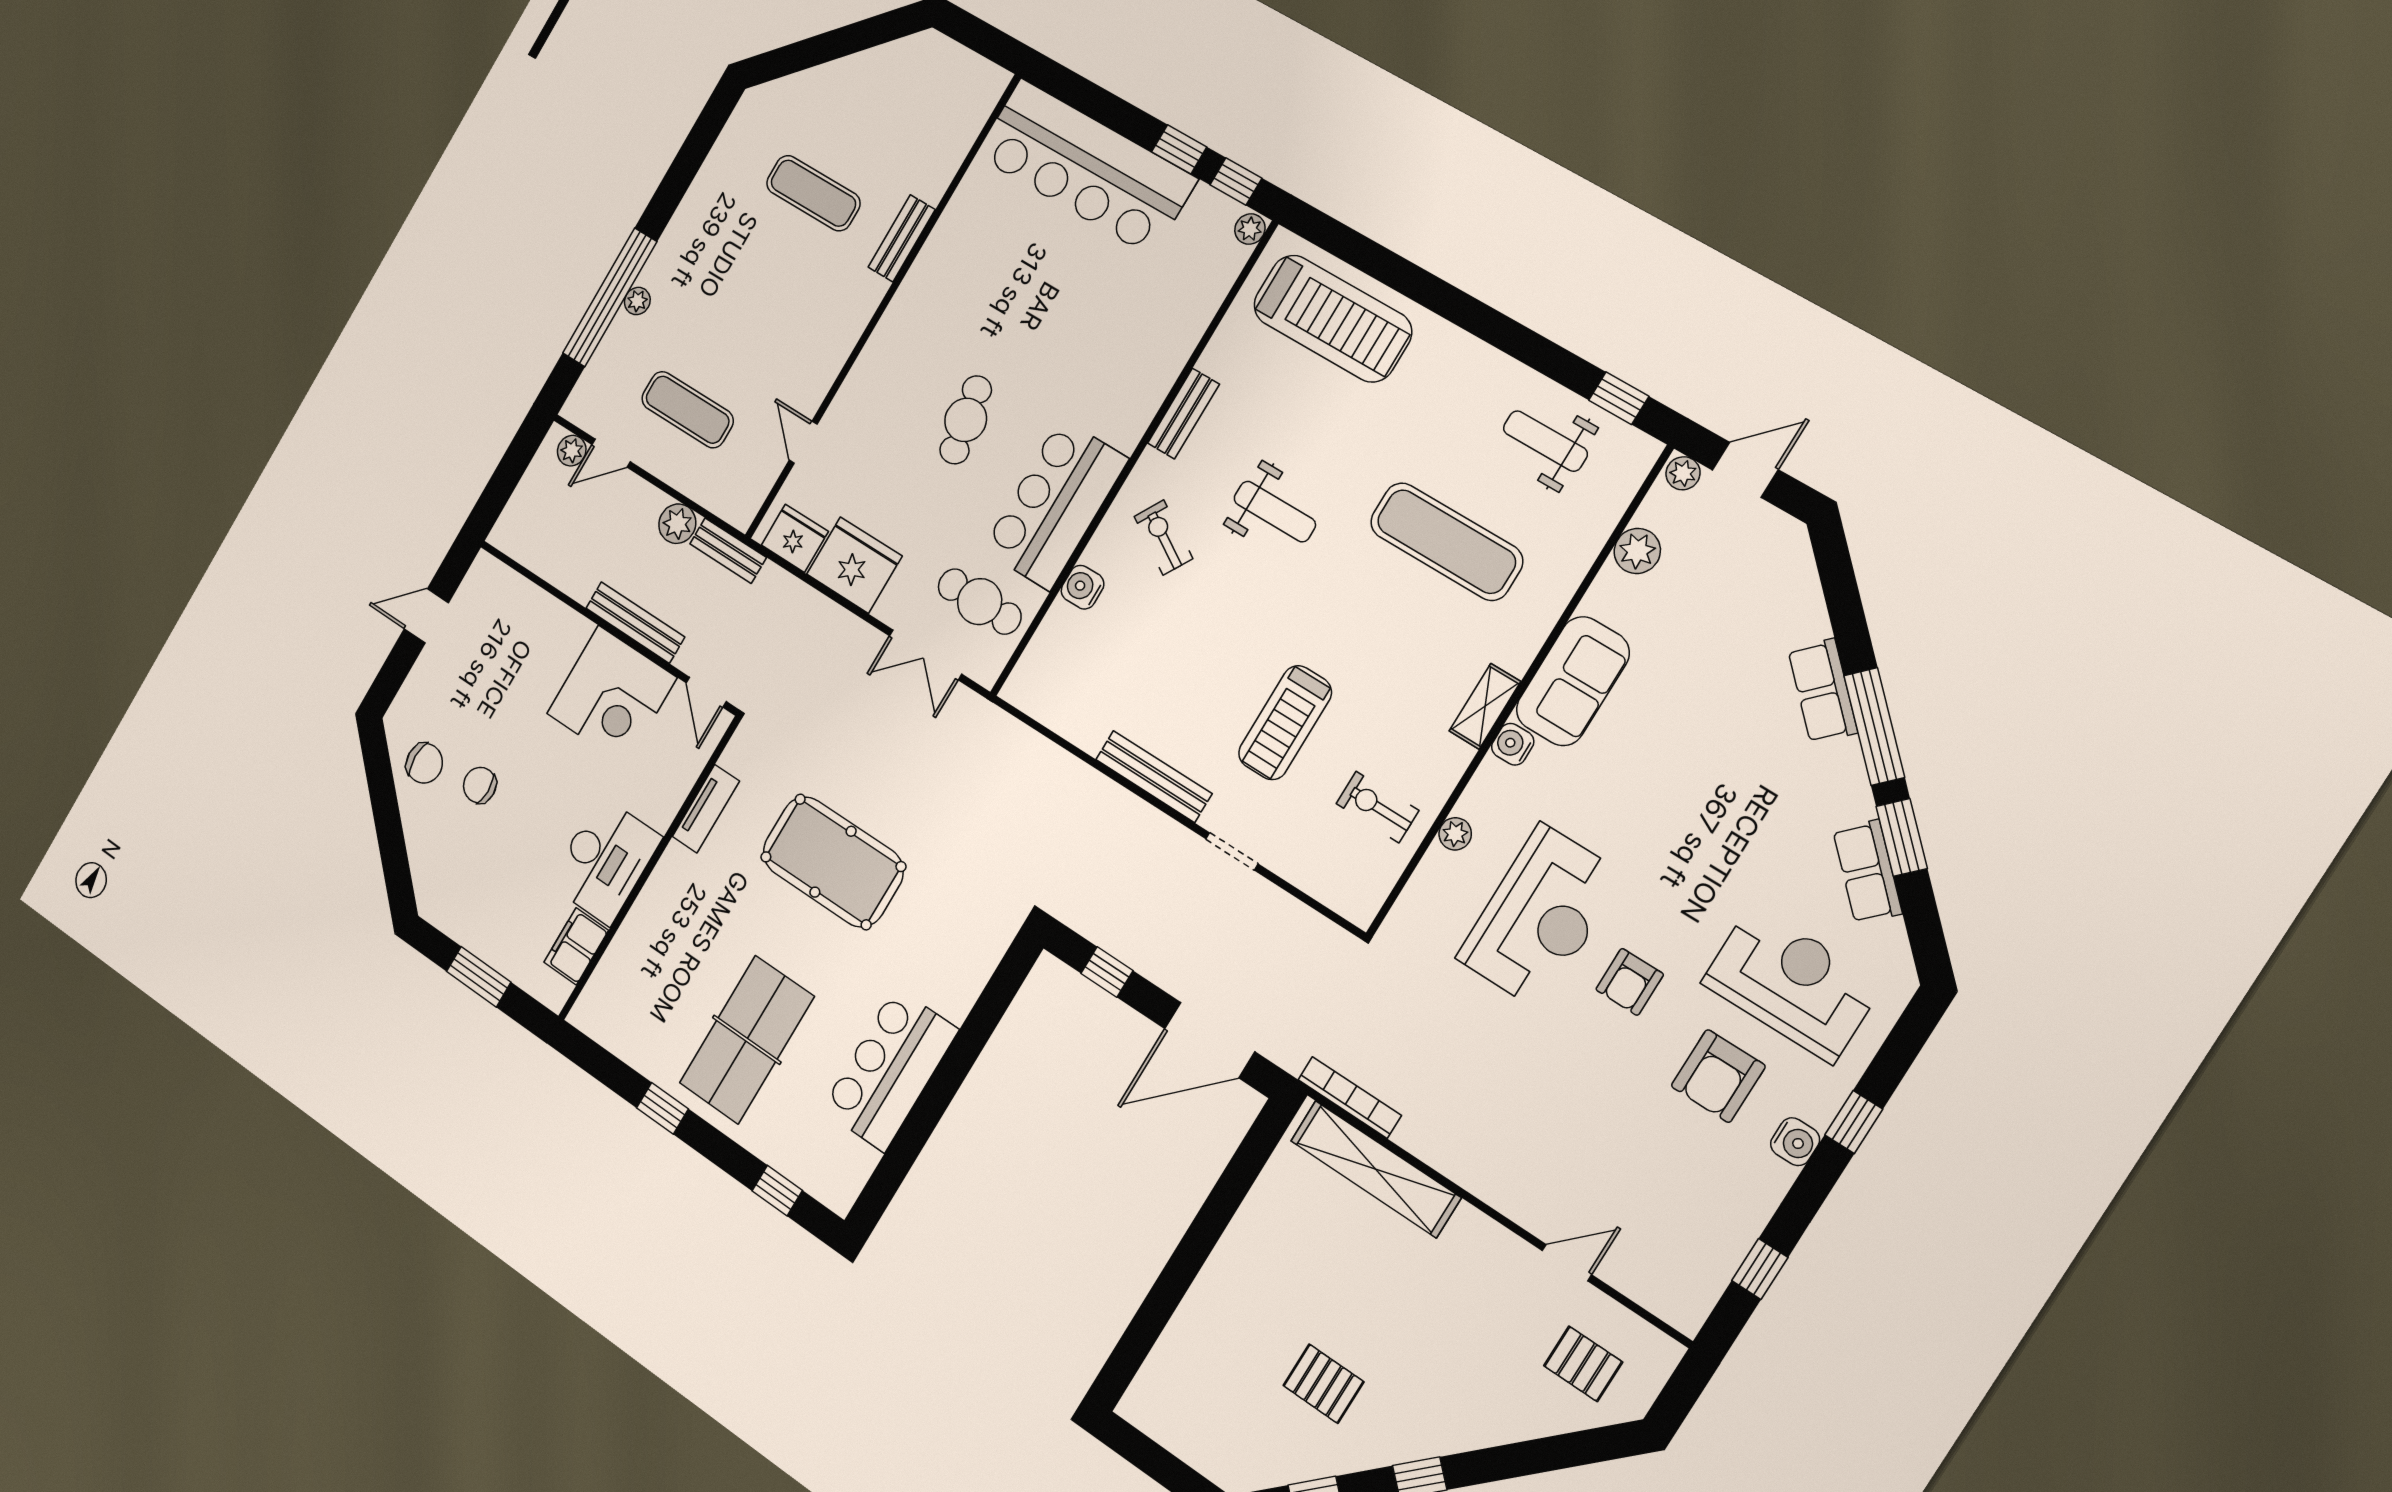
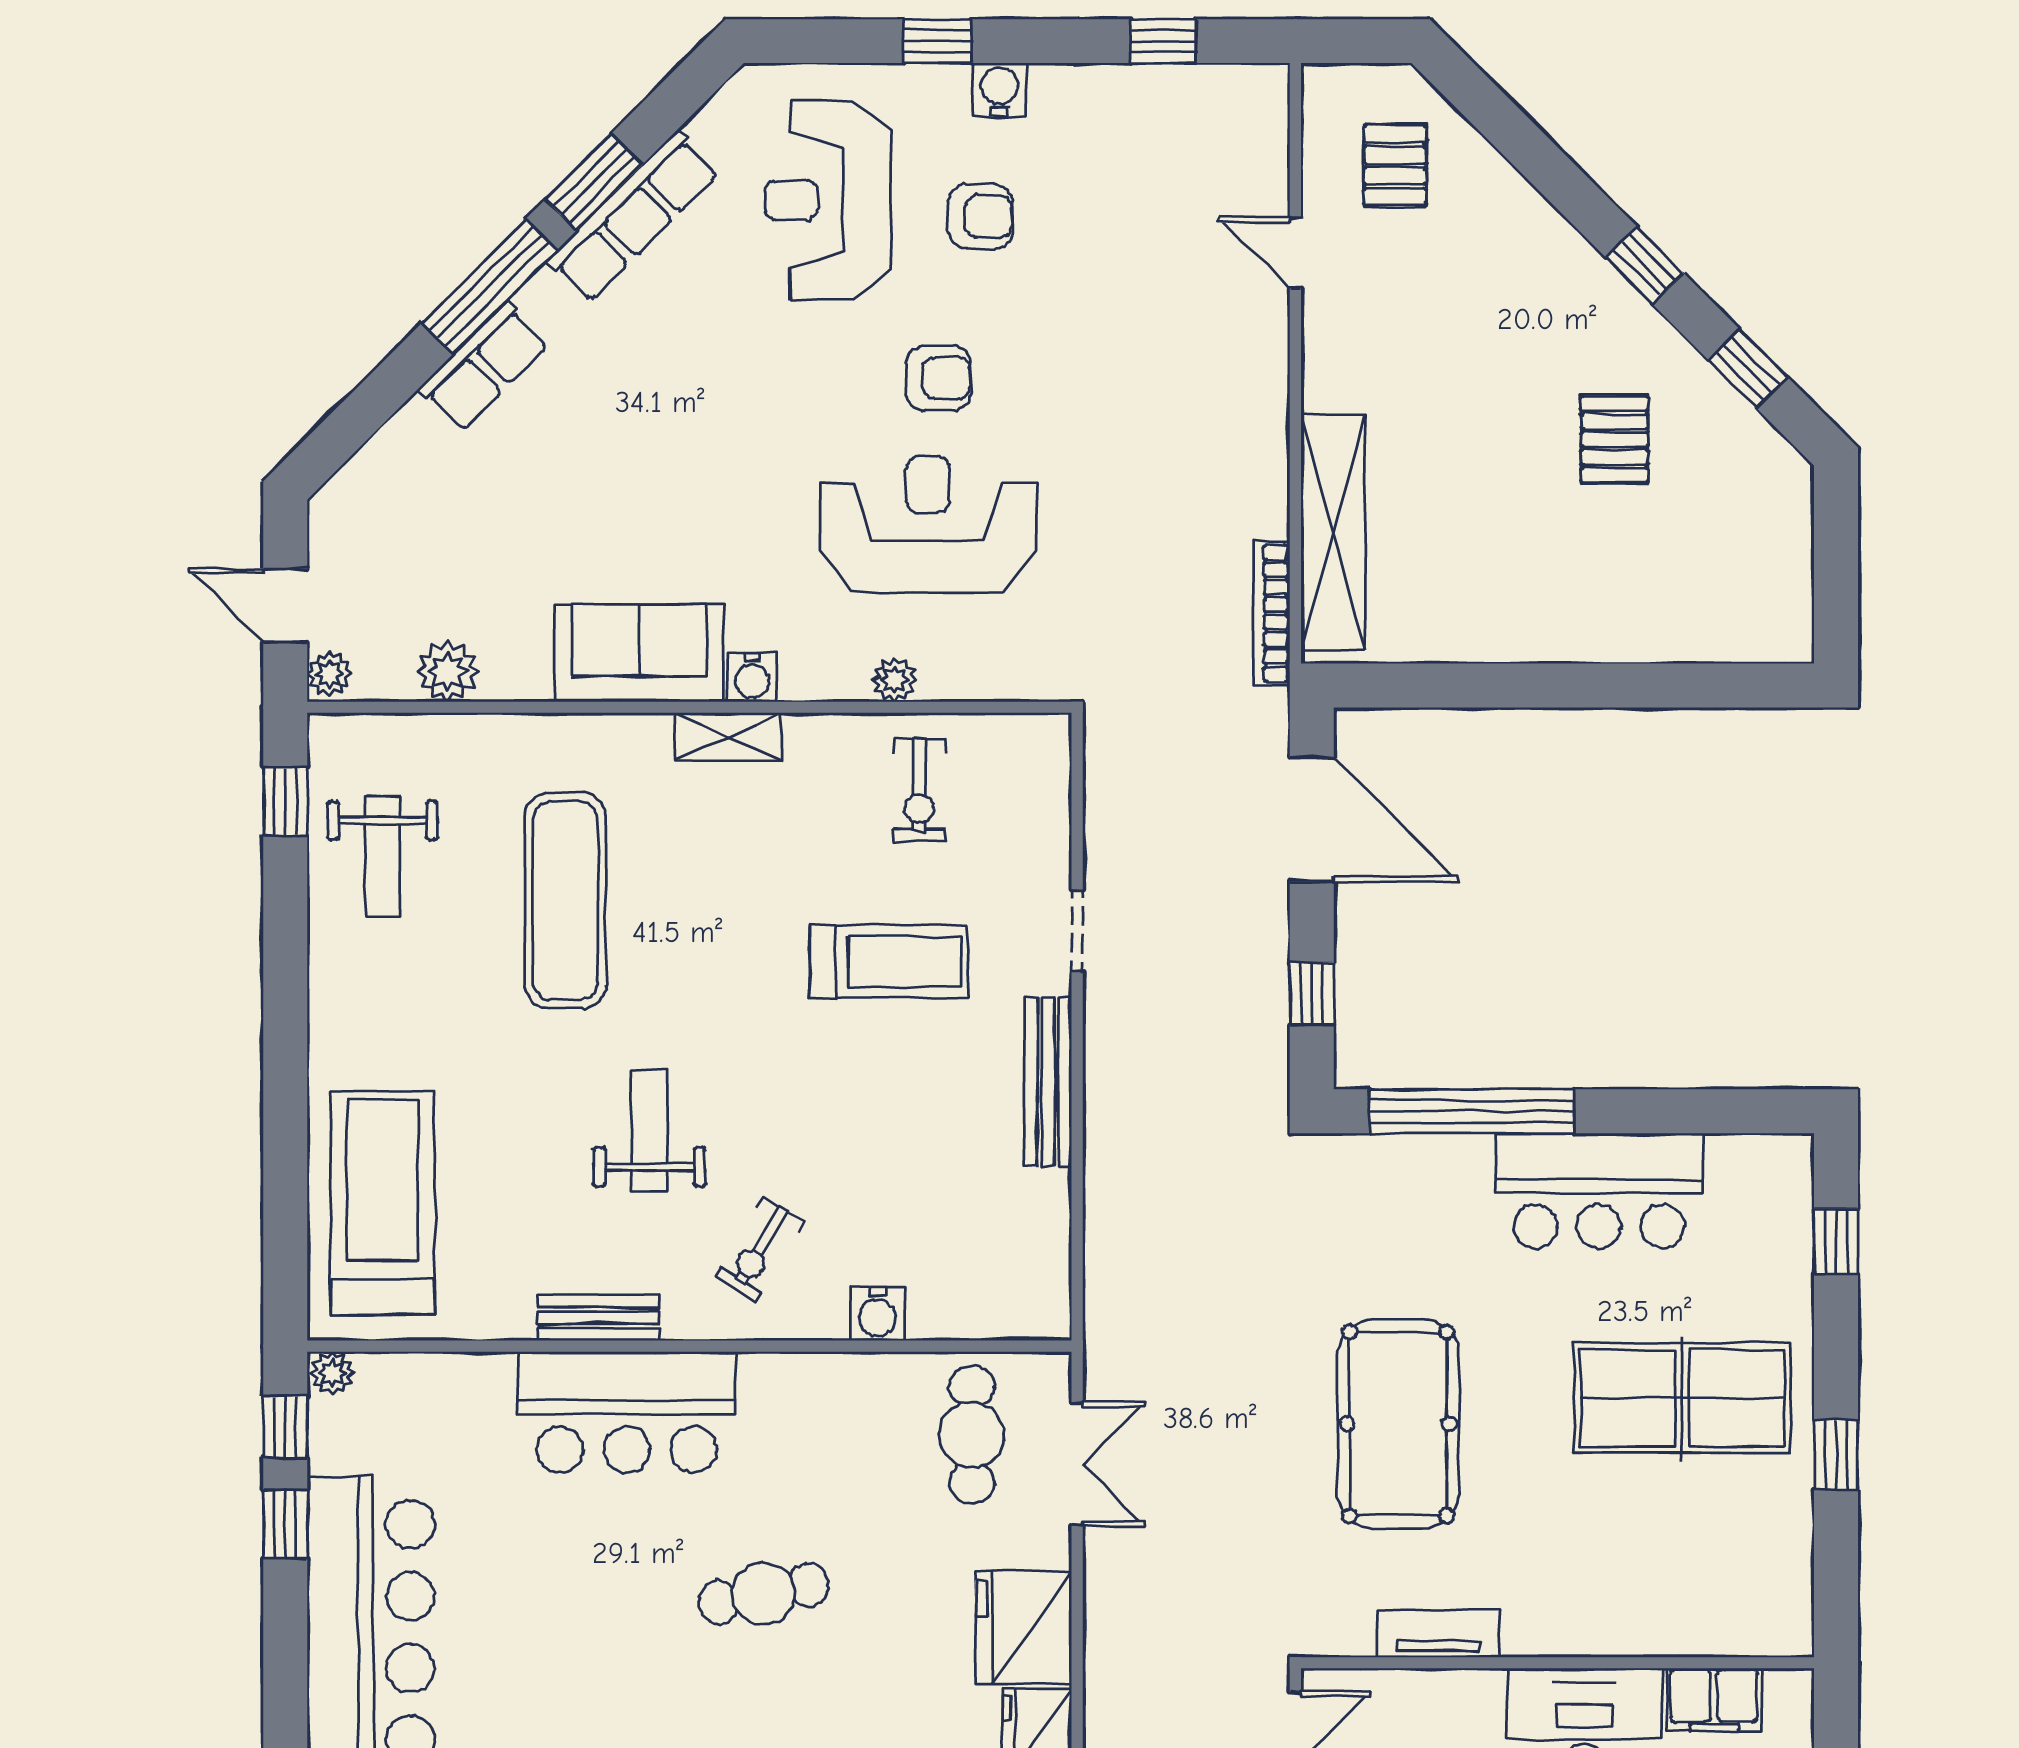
bar counter: (1055, 504) -> (627, 1412), moved
row of seats: (1867, 872) -> (633, 217), width x1.48
window: (980, 1024) -> (1472, 1111), added
armchair: (1718, 1076) -> (981, 216), width x0.72, depth x0.72

